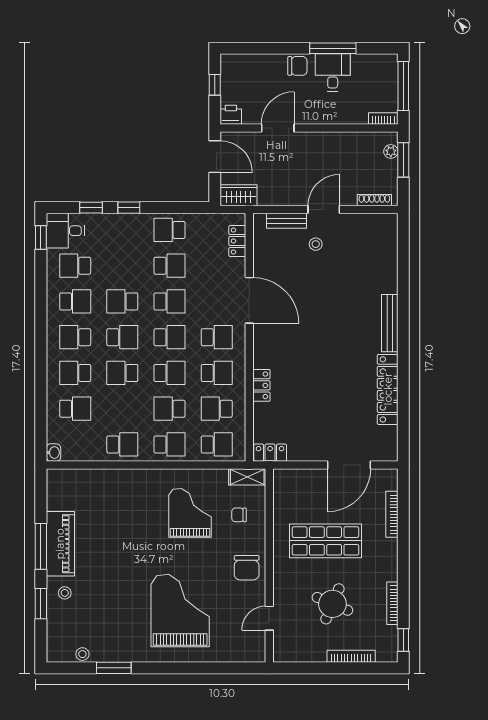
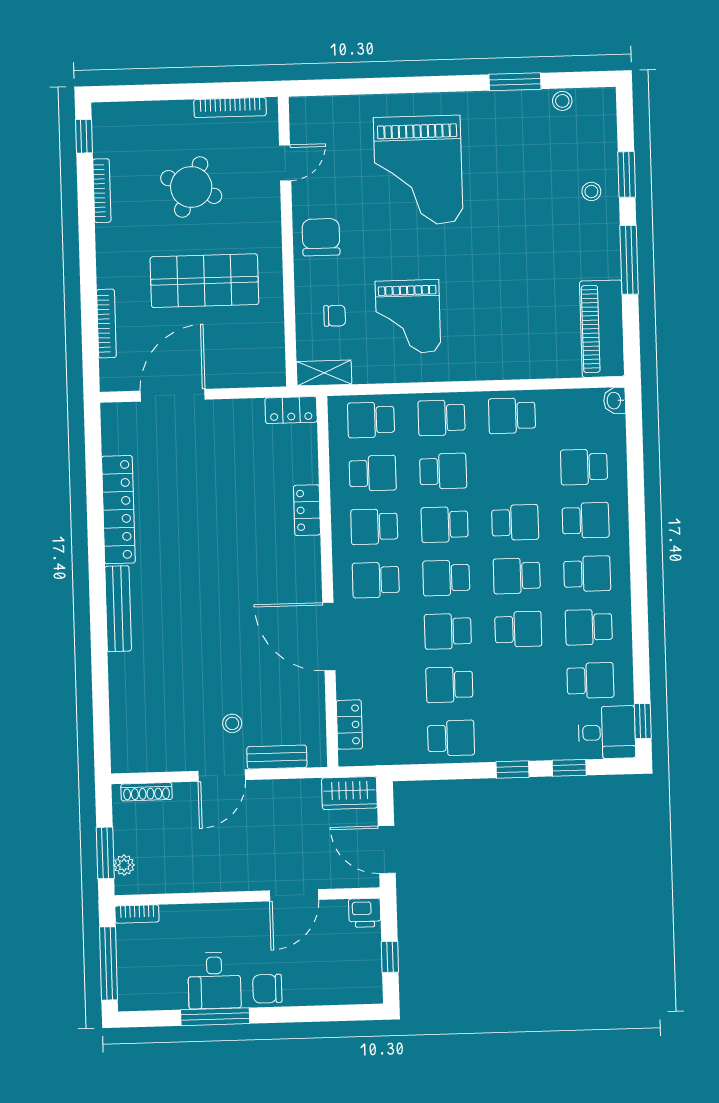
piano: (60, 544) -> (602, 329), moved
bookcase: (351, 656) -> (230, 108), moved

